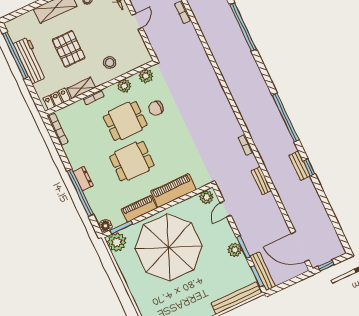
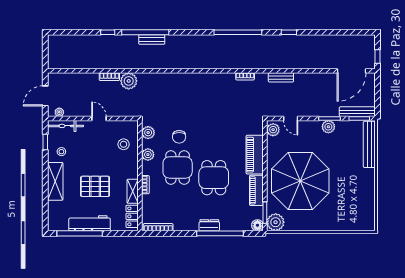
plant: (188, 33) -> (129, 81), added
stool: (110, 63) -> (124, 144), moved
bench: (299, 166) -> (152, 40), moved

